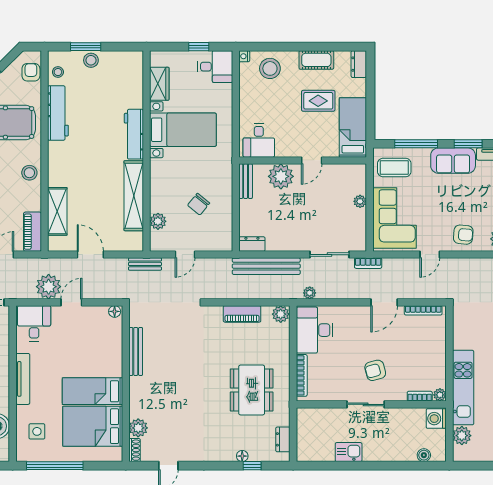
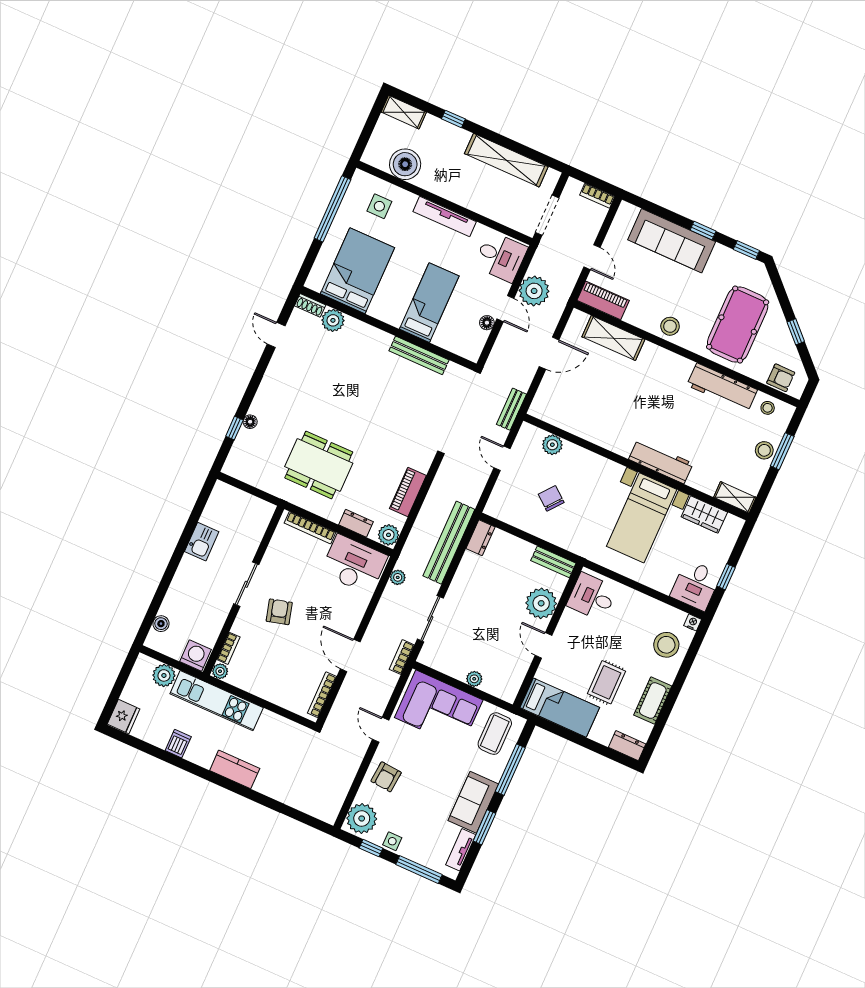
shelving: (134, 196) -> (735, 497), moved, width x0.45, depth x0.75
floor lamp: (115, 311) -> (487, 323), moved
bed: (93, 391) -> (429, 303), moved
dresser: (283, 439) -> (356, 523), moved

